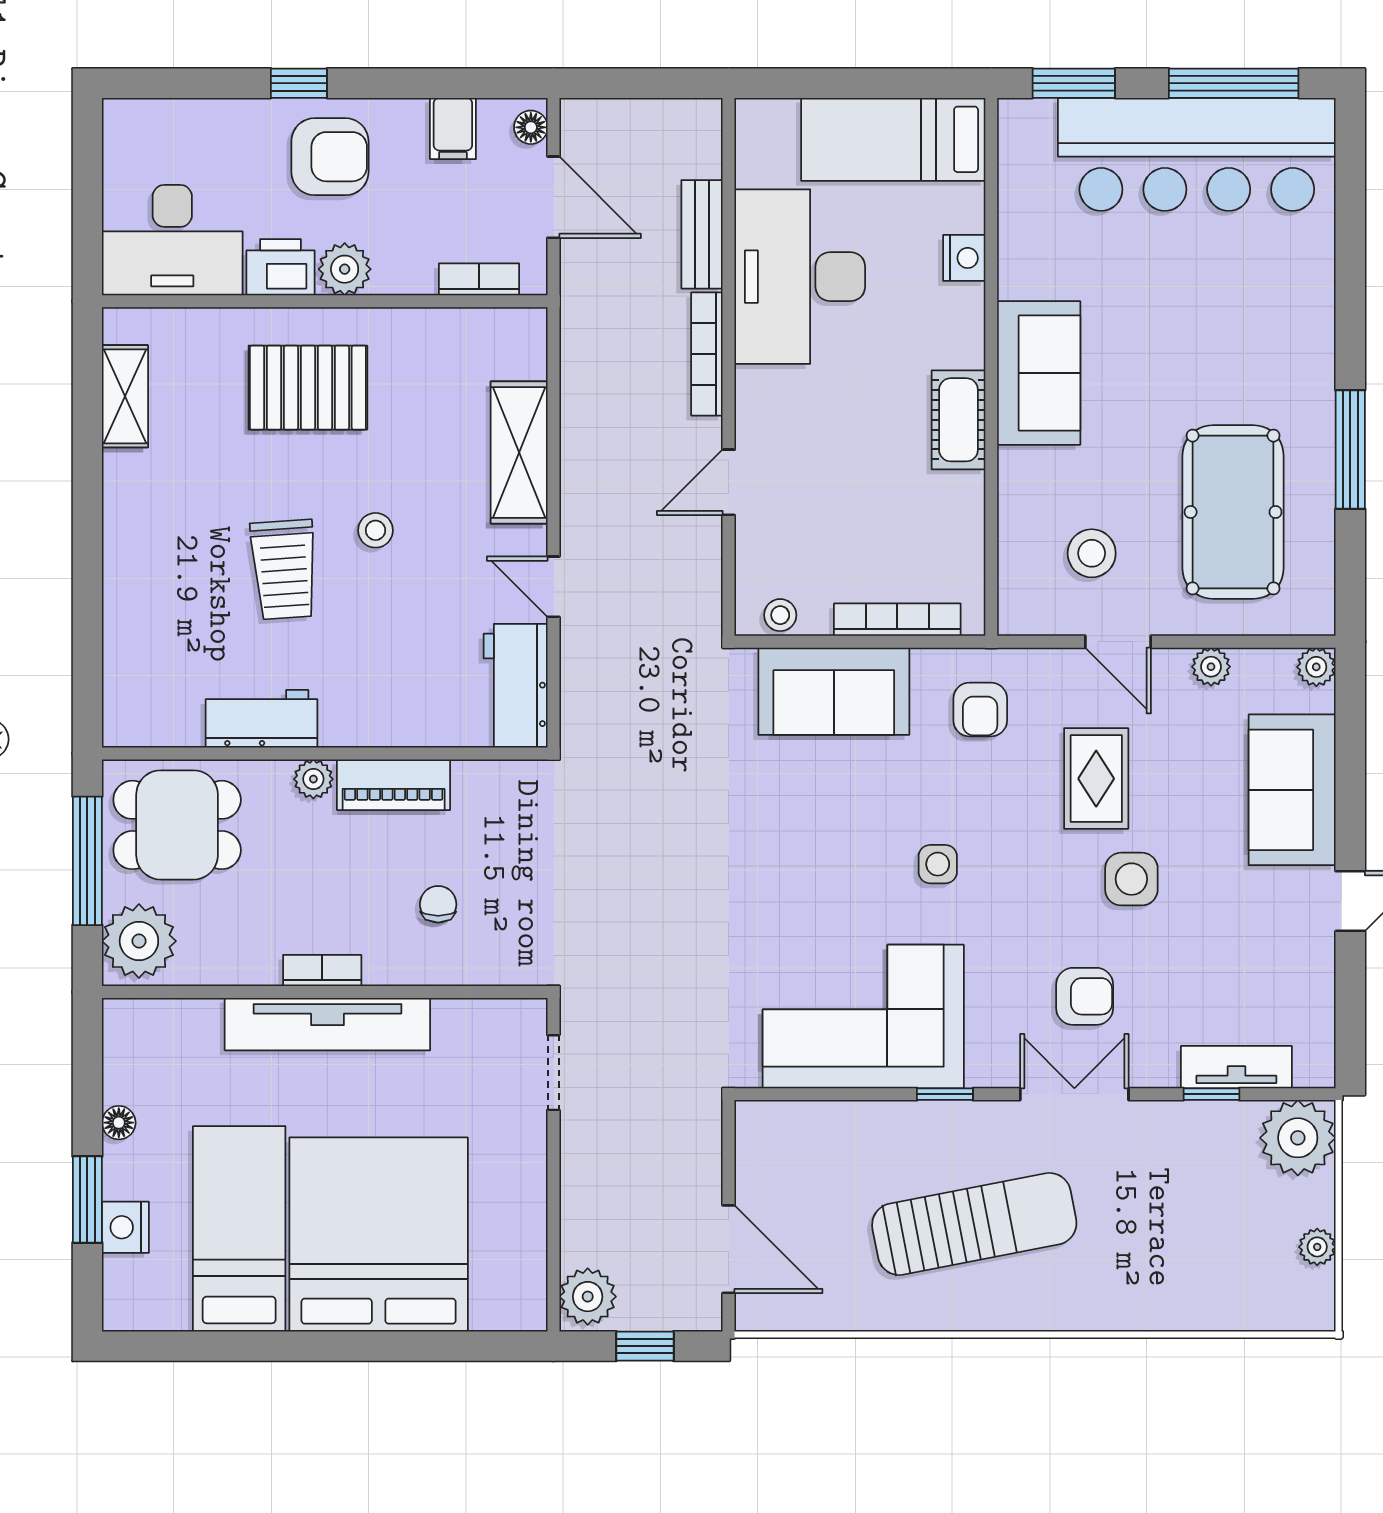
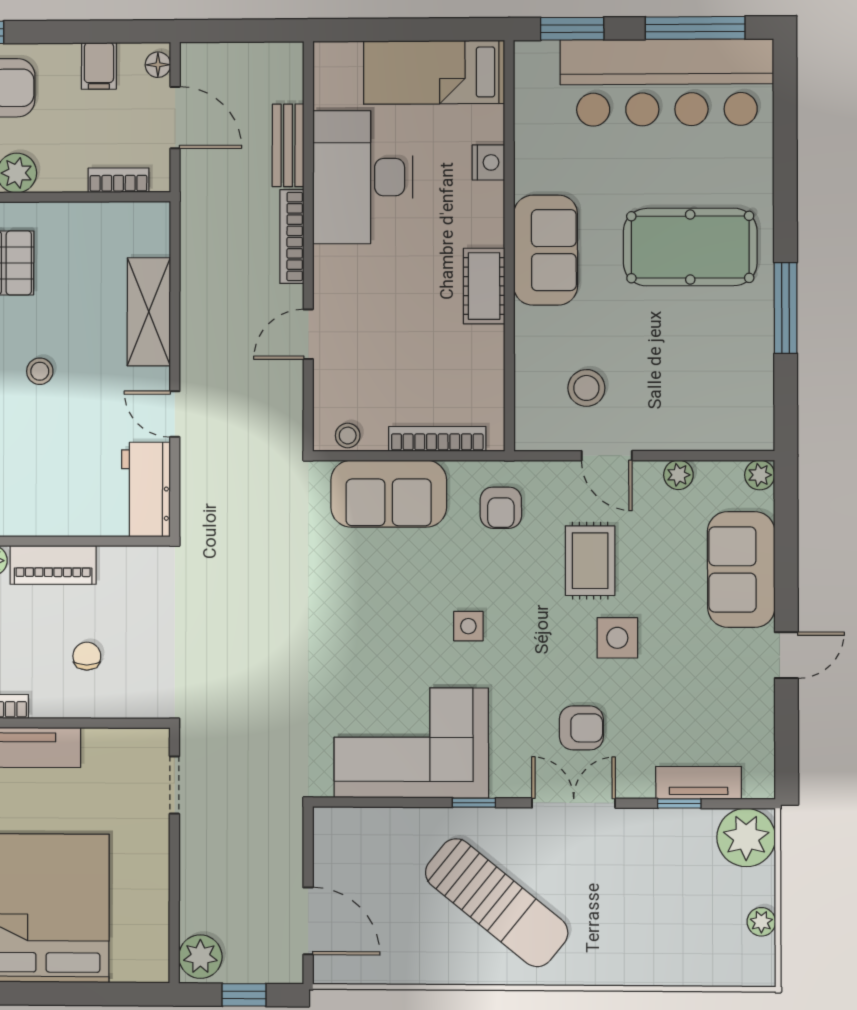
pool table: (1233, 512) -> (690, 247), moved, turned 90
sun lounger: (974, 1224) -> (497, 903), turned 50

